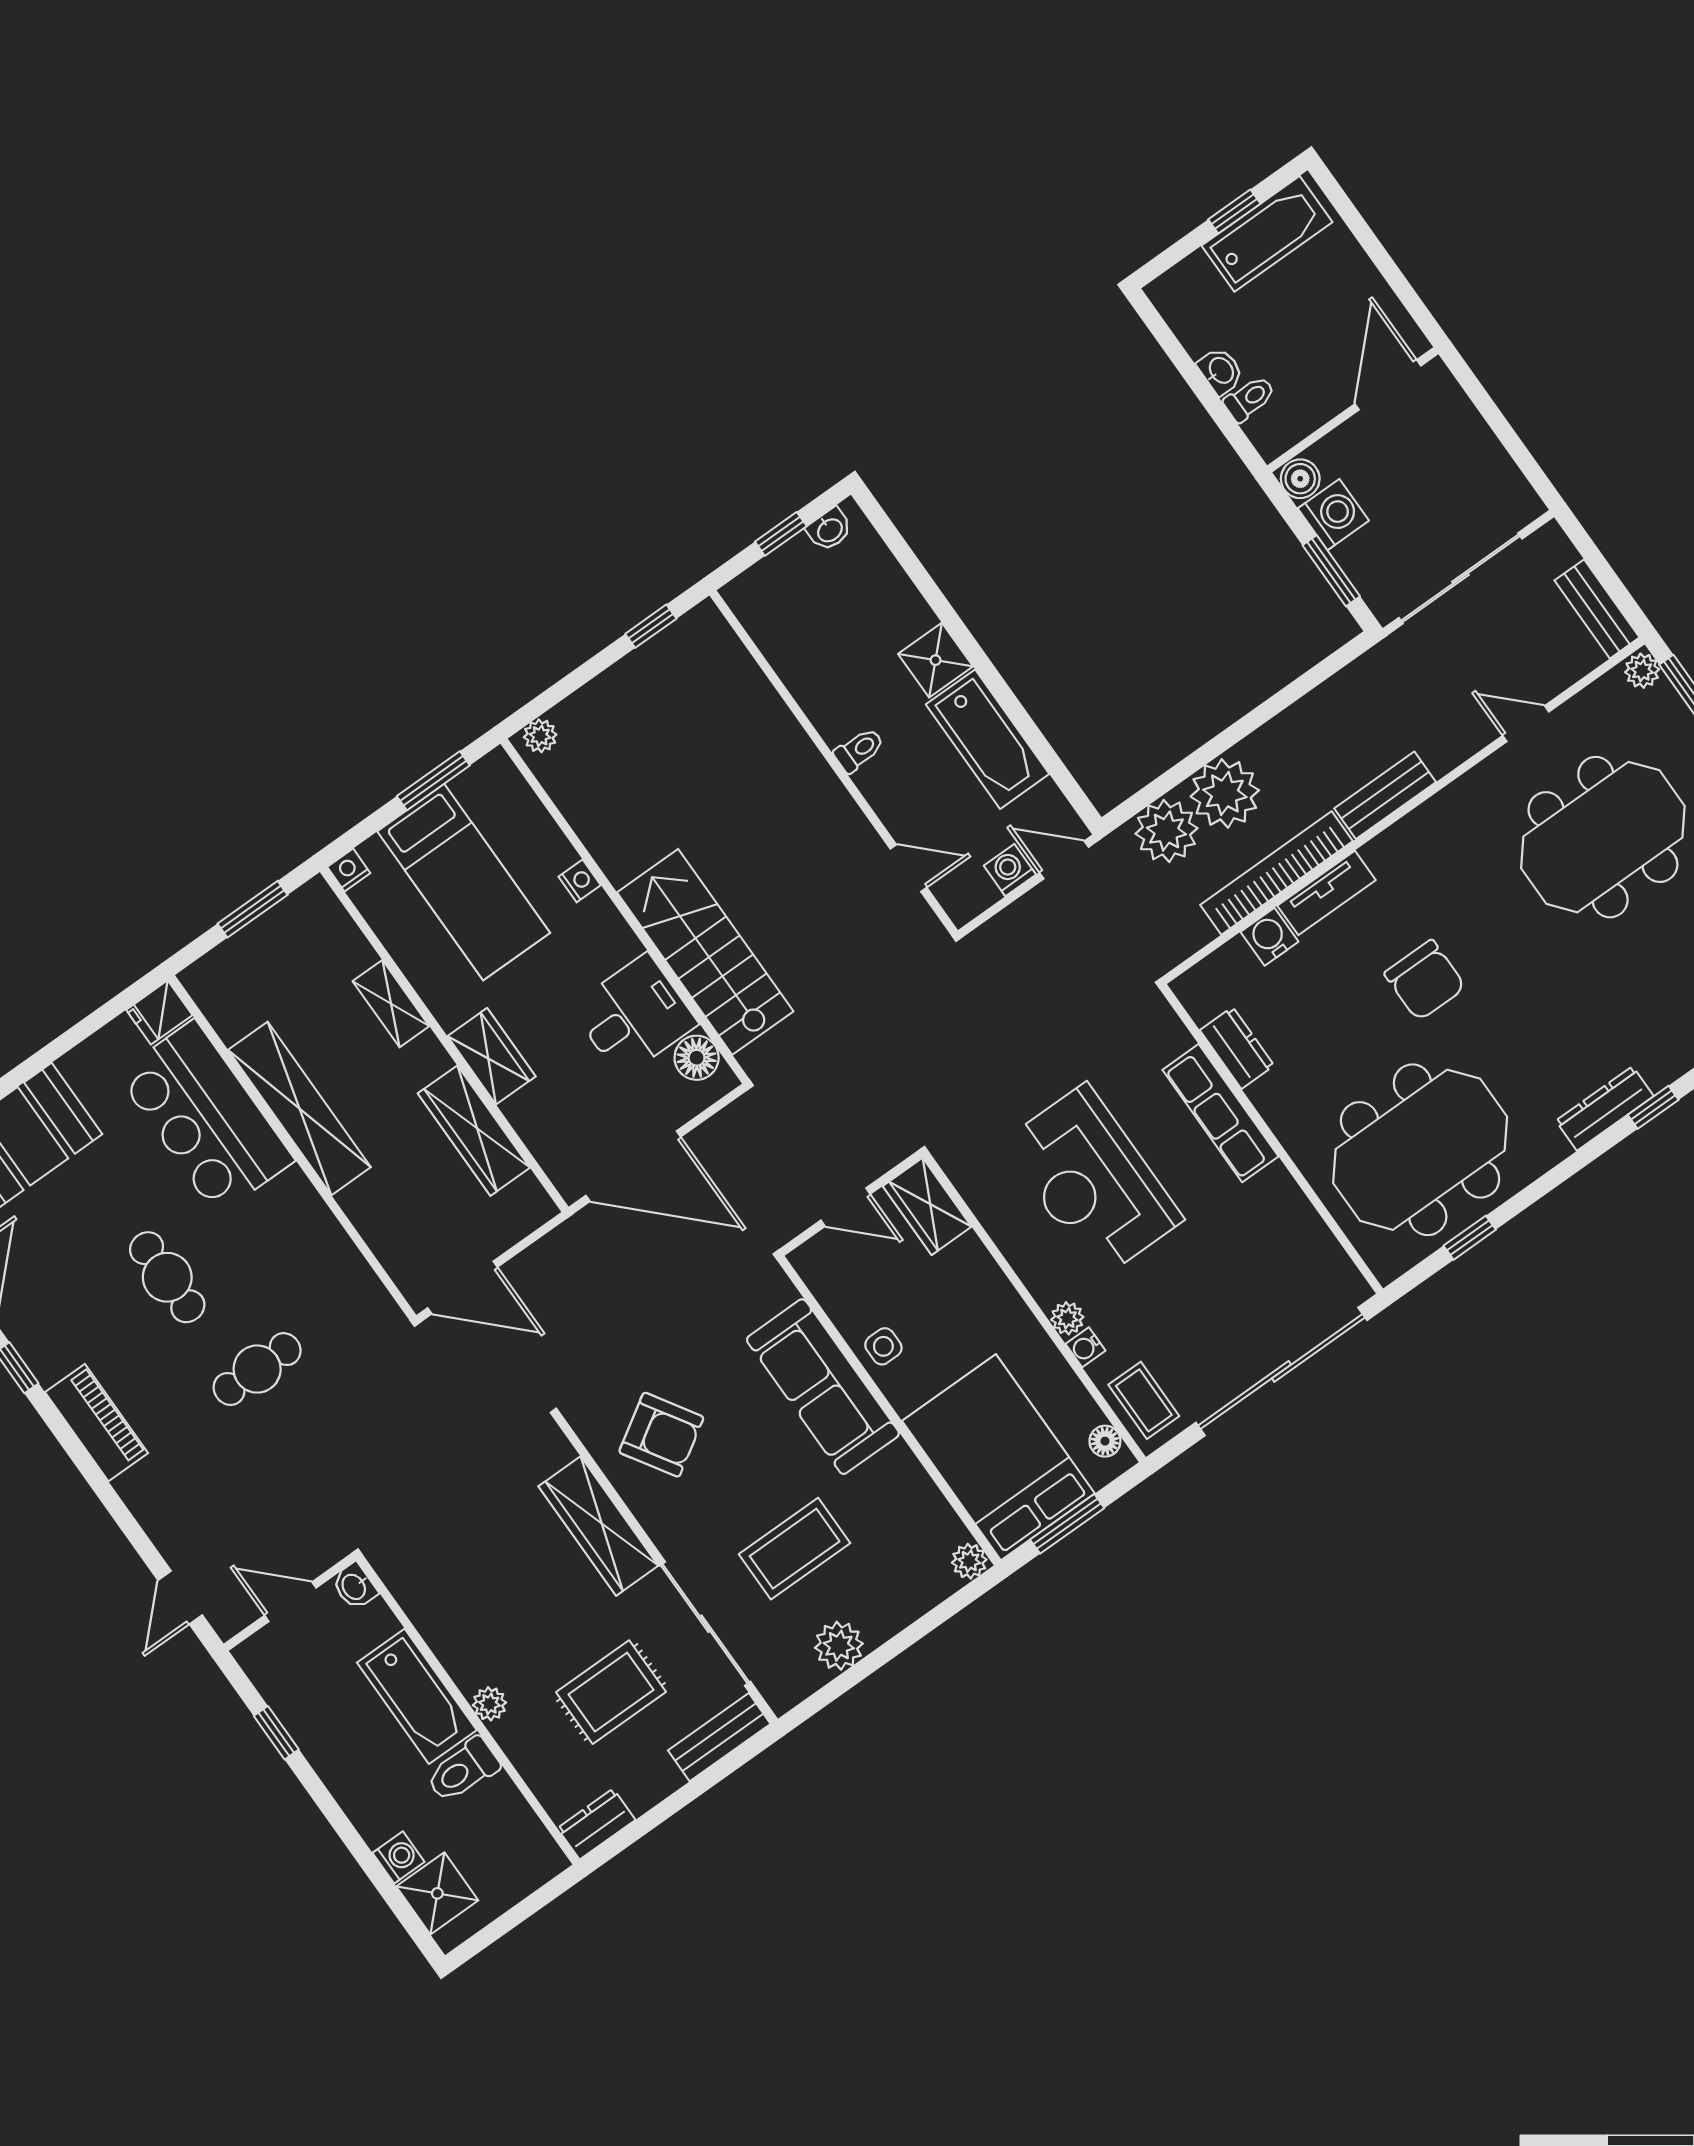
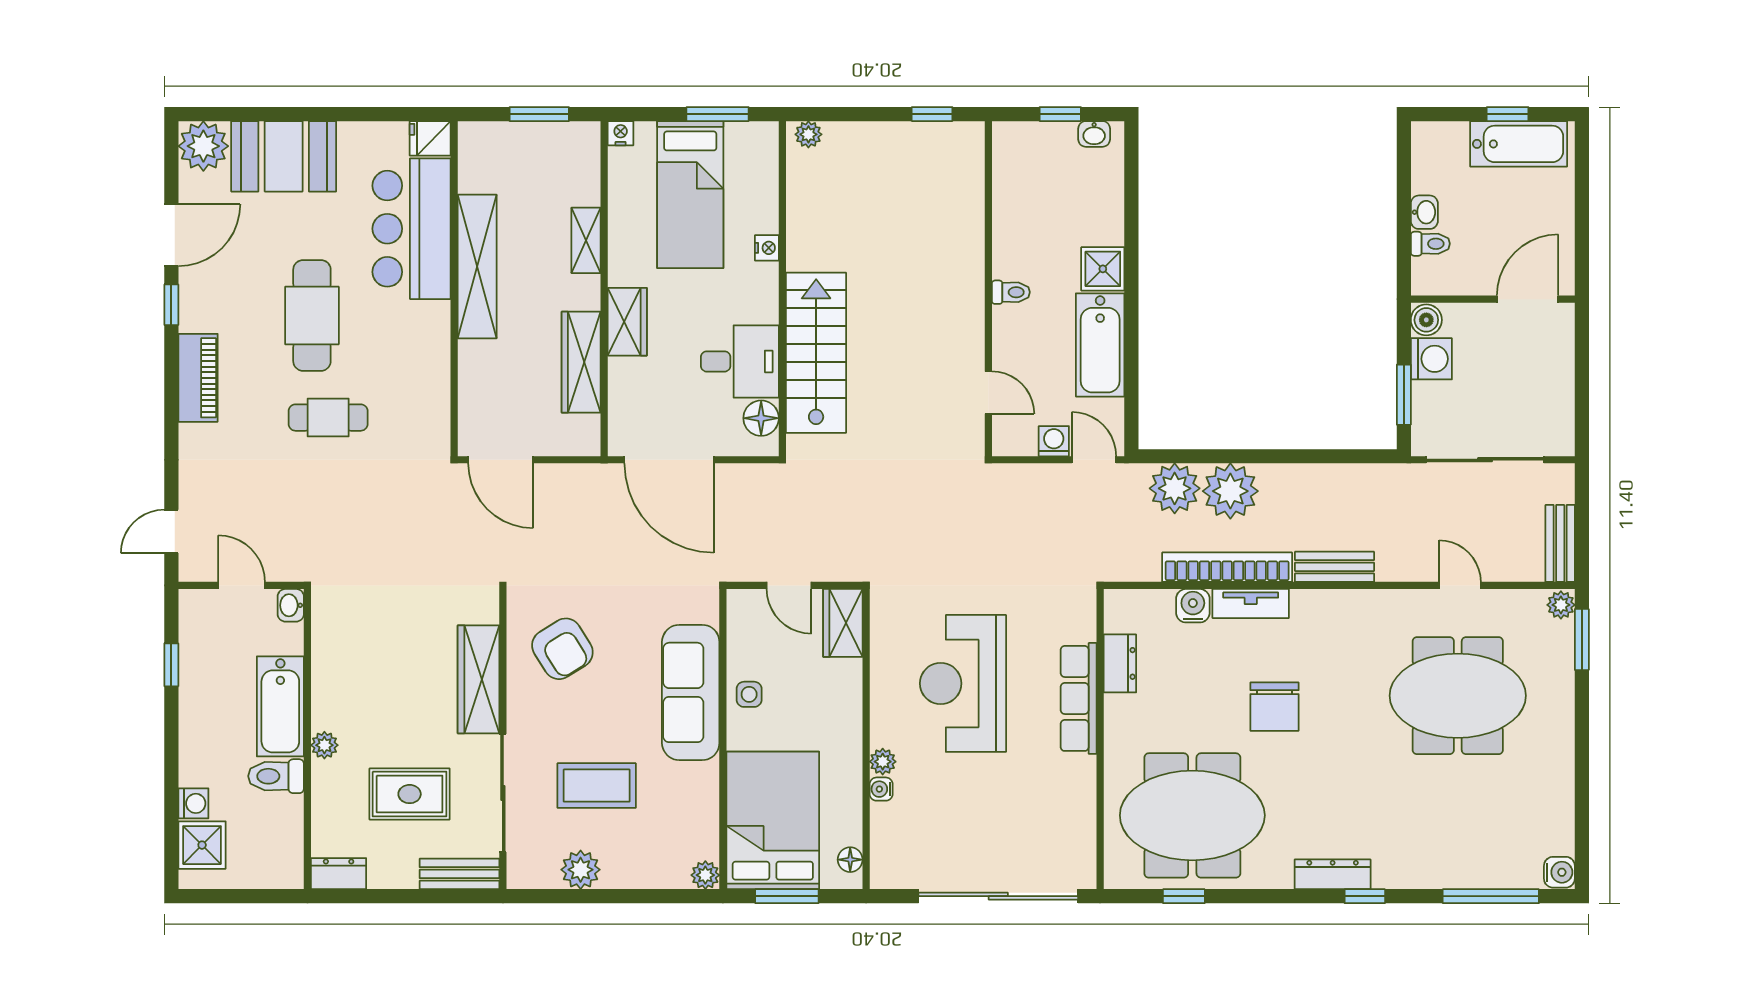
cafe table: (167, 1277) -> (312, 315), width x1.37, depth x1.35
coffee table: (1144, 1400) -> (895, 851), removed

